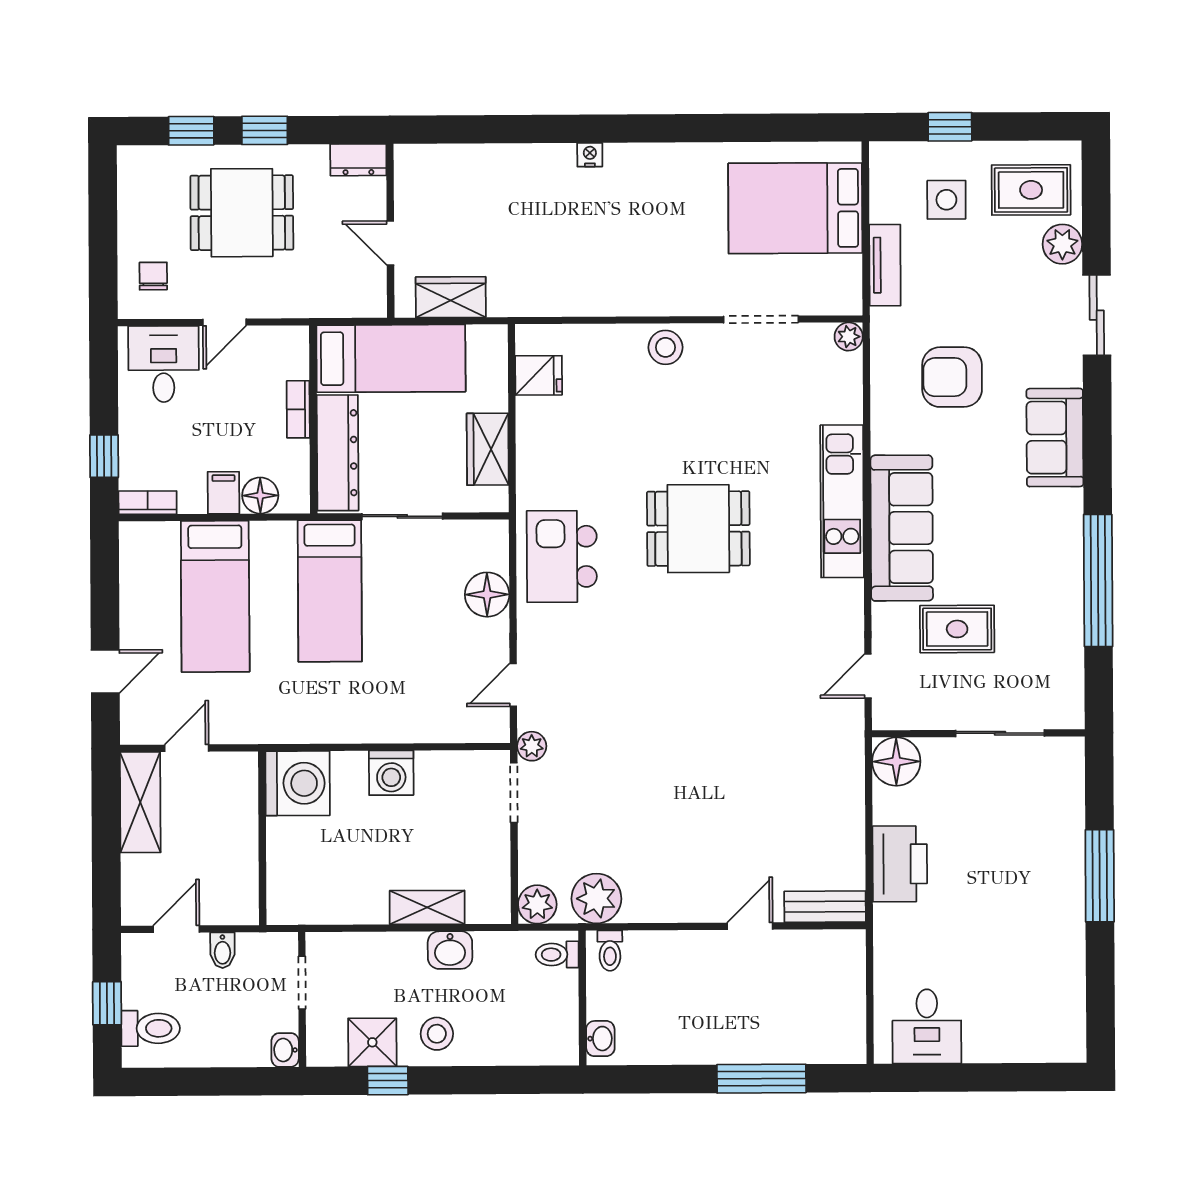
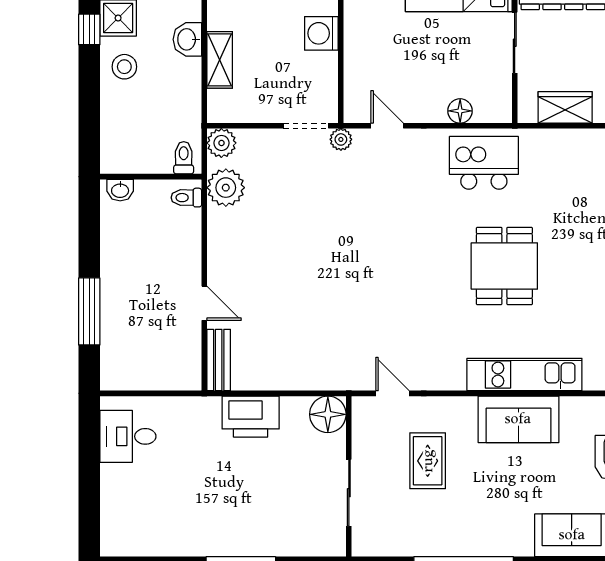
sofa: (902, 528) -> (518, 419), width x0.73
floor lamp: (487, 595) -> (460, 111), width x0.73, depth x0.73
washbasin: (450, 950) -> (187, 39), moved

